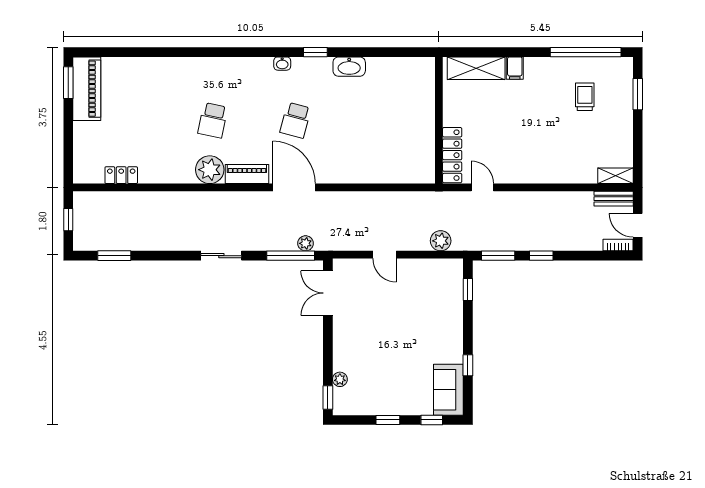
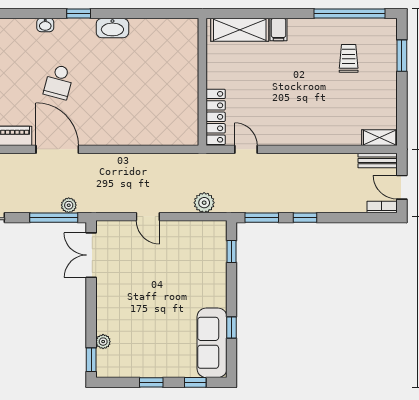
sofa: (448, 390) -> (212, 343), width x1.36

